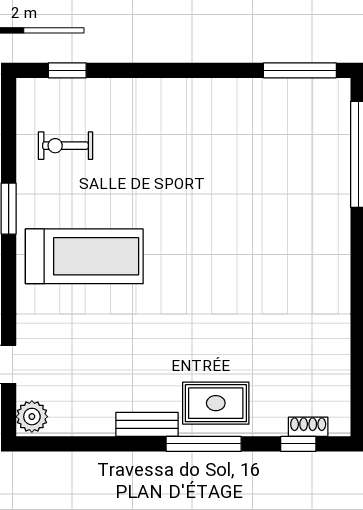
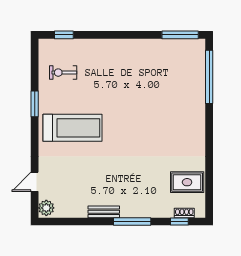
rug: (216, 403) -> (187, 182), moved

